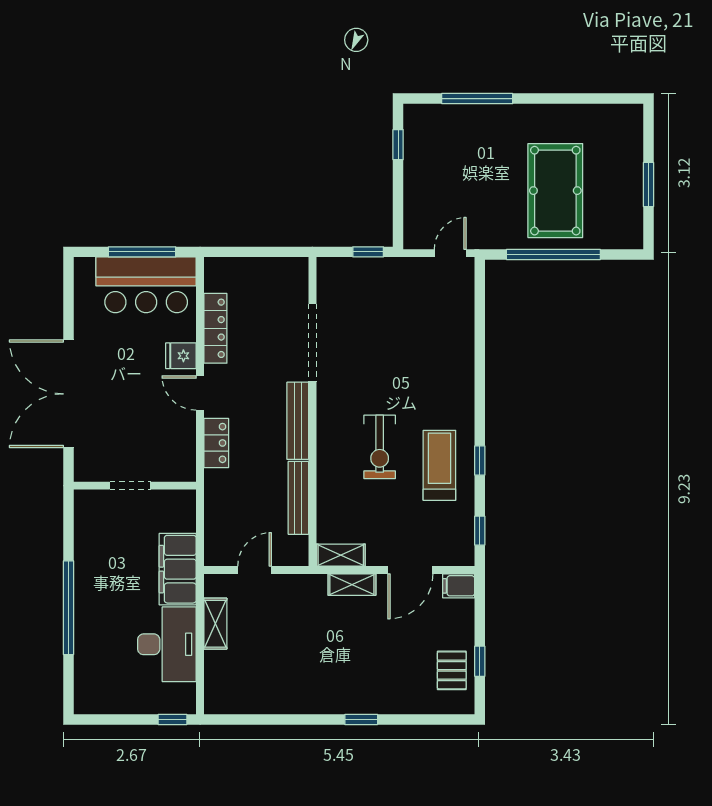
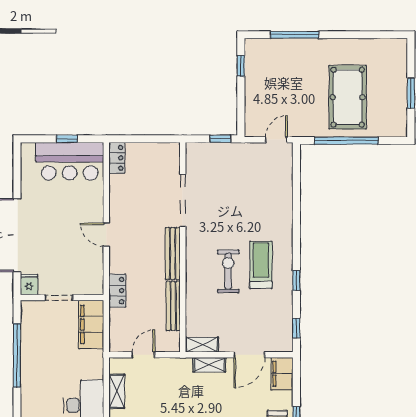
window: (142, 252) -> (67, 139), width x0.46
locker: (215, 328) -> (117, 158), moved, width x0.66
fridge: (181, 356) -> (29, 285), moved, turned 90
locker: (216, 443) -> (117, 291), moved
exercise bike: (380, 447) -> (228, 271), turned 180
treadmill: (439, 465) -> (261, 265), moved
filing cabinet: (178, 569) -> (91, 324), moved
filing cabinet: (459, 586) -> (282, 374), width x2.00
window: (68, 608) -> (17, 355), moved

